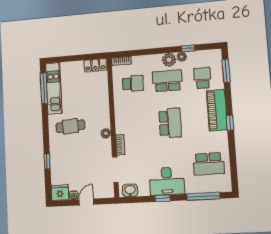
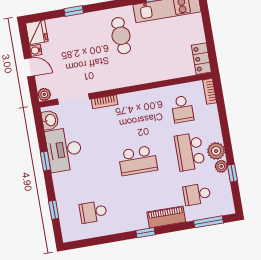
school desk: (202, 78) -> (197, 194), turned 180
school desk: (167, 81) -> (190, 152), turned 180
piano: (217, 110) -> (166, 217), width x0.73, depth x0.75
plant: (106, 133) -> (44, 94), moved
school desk: (209, 164) -> (93, 212), width x0.54
desk: (167, 181) -> (64, 150), moved
window: (203, 196) -> (54, 210), width x0.46

